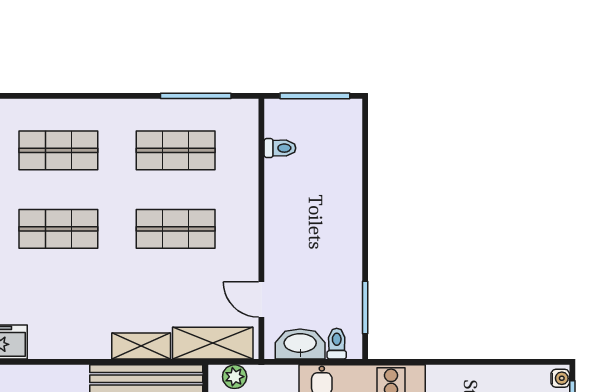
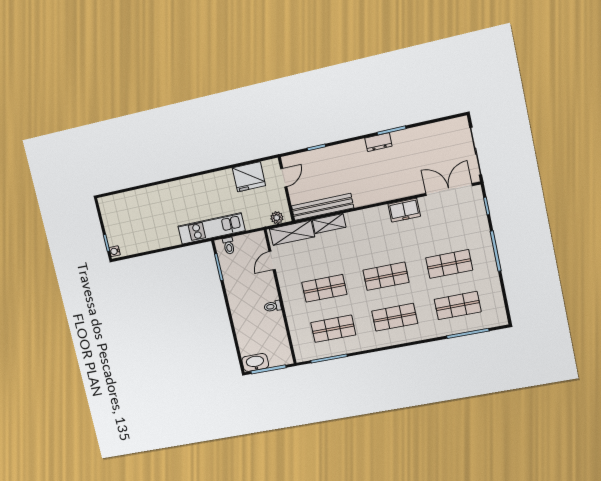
toilet: (280, 148) -> (273, 306), moved
door: (261, 300) -> (272, 261), swing flipped
washbasin: (300, 344) -> (255, 362), moved, turned 180

